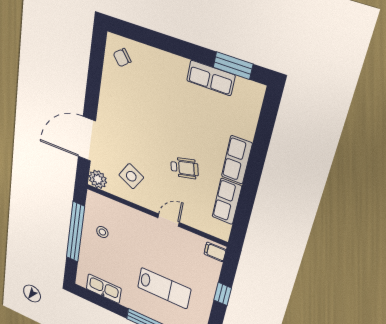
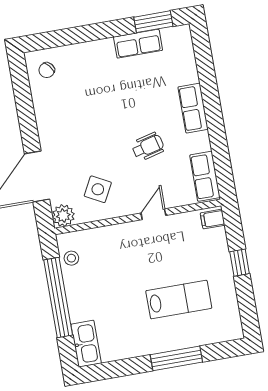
row of seats: (227, 201) -> (205, 176), moved
stool: (102, 232) -> (71, 258), moved
kitchen sink: (104, 289) -> (86, 344), moved, turned 90

